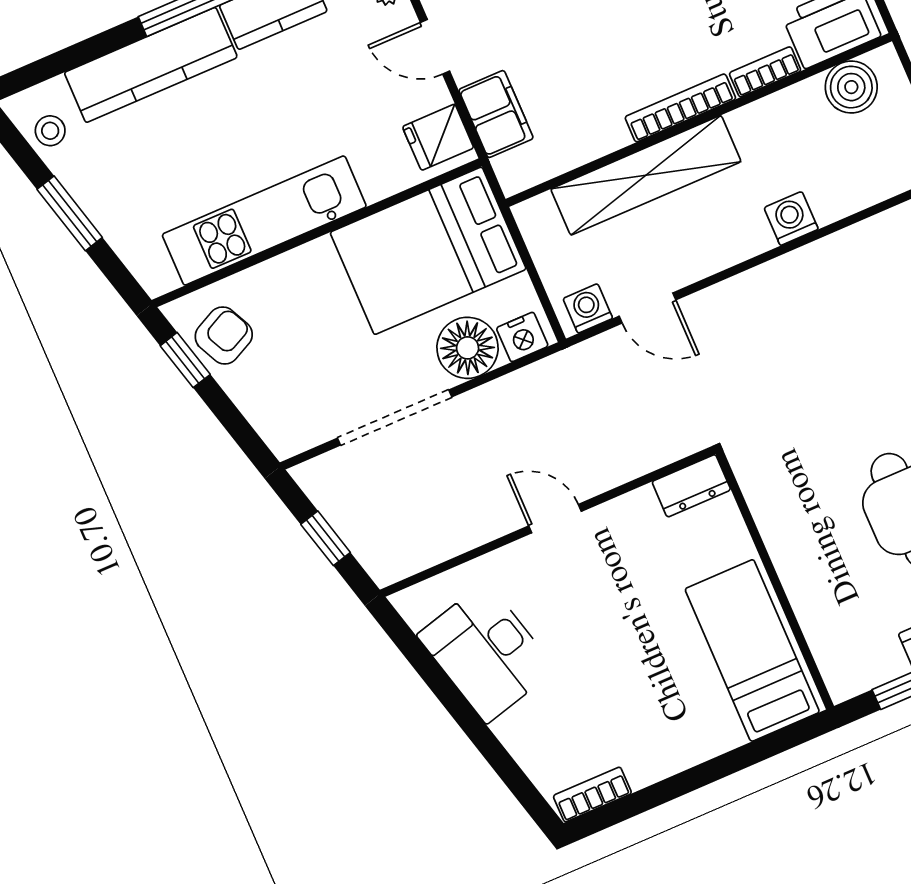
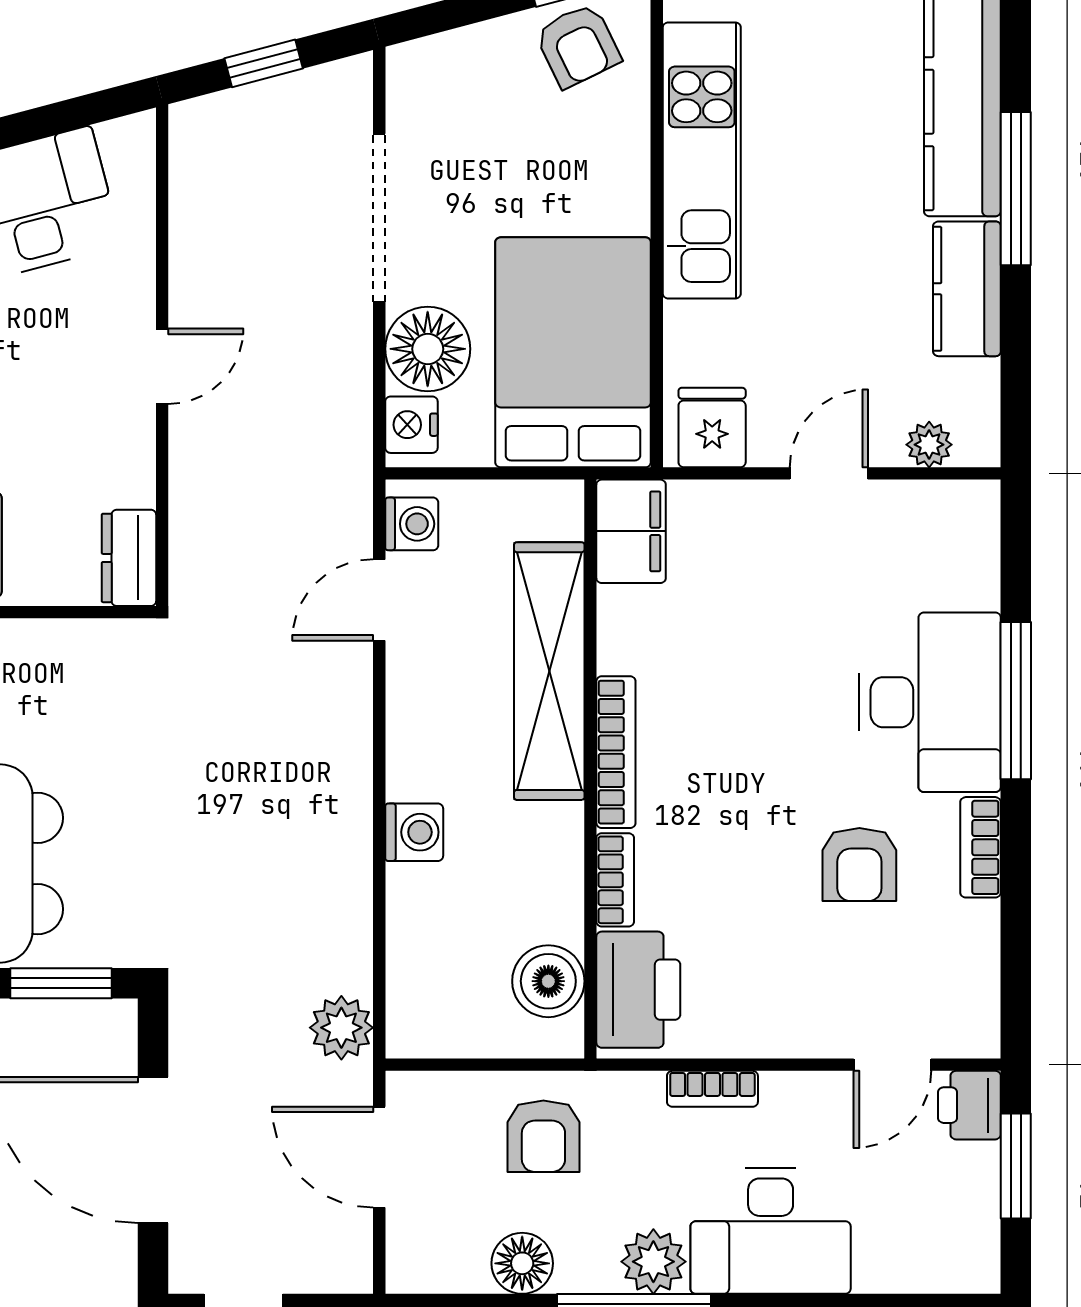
filing cabinet: (496, 114) -> (631, 531), moved, turned -90

